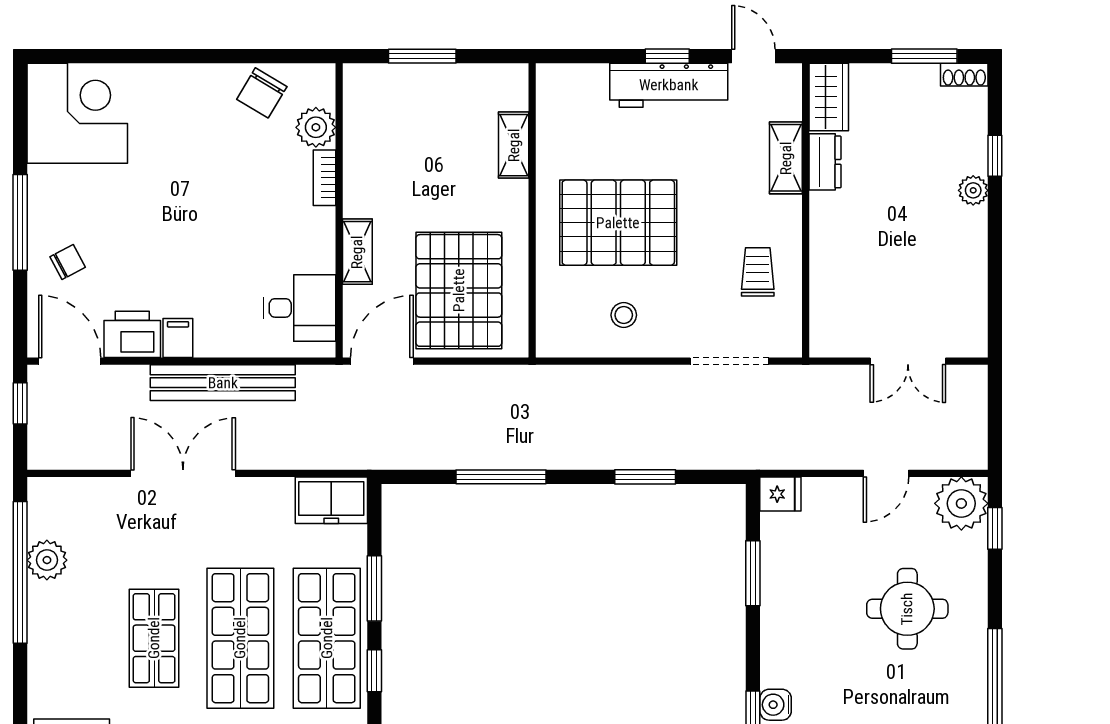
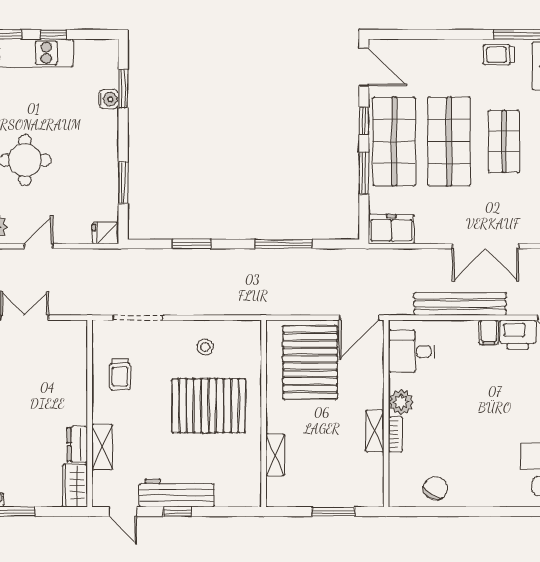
plant: (316, 127) -> (401, 402), moved
shelving: (357, 252) -> (375, 431), moved

